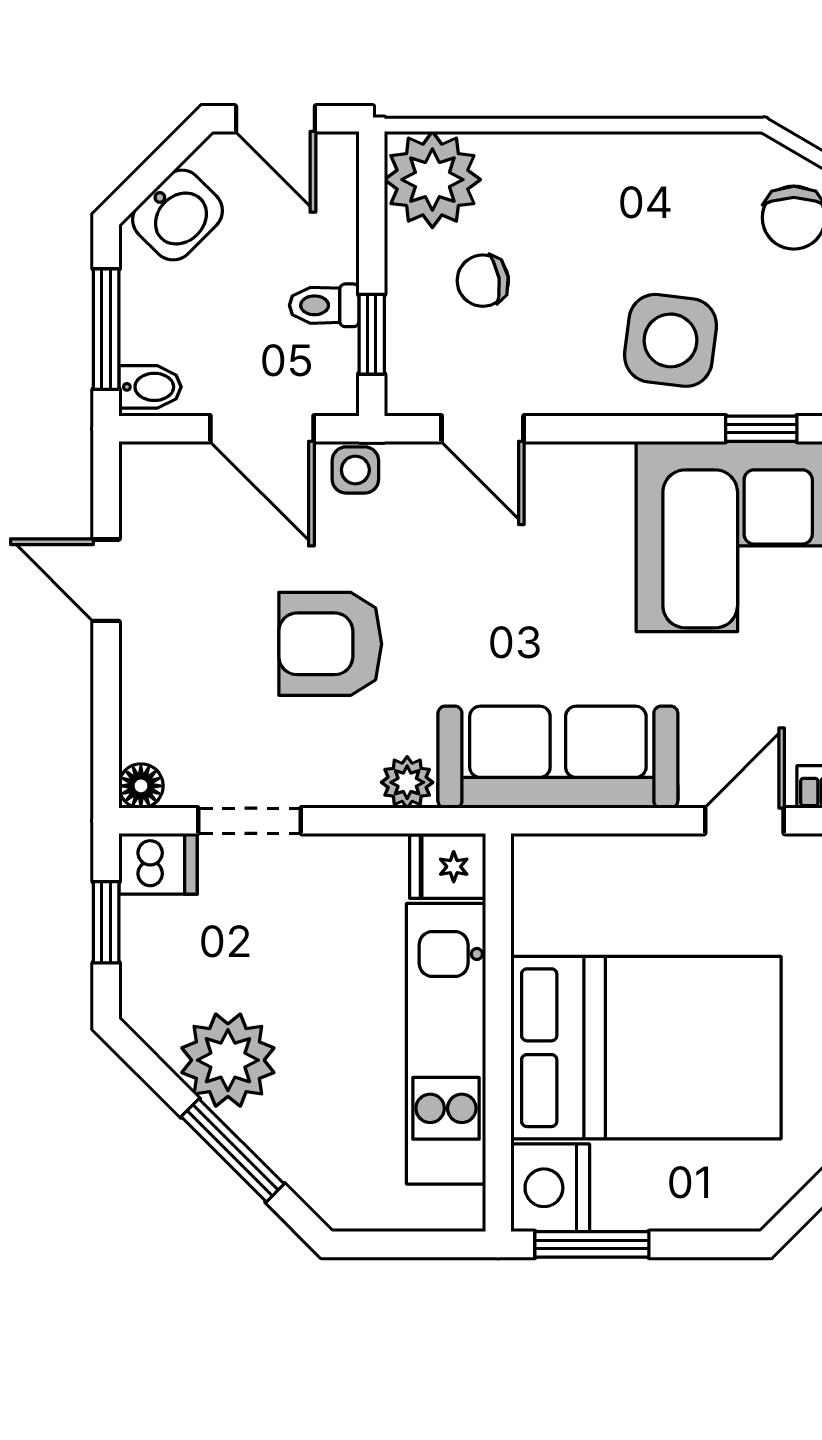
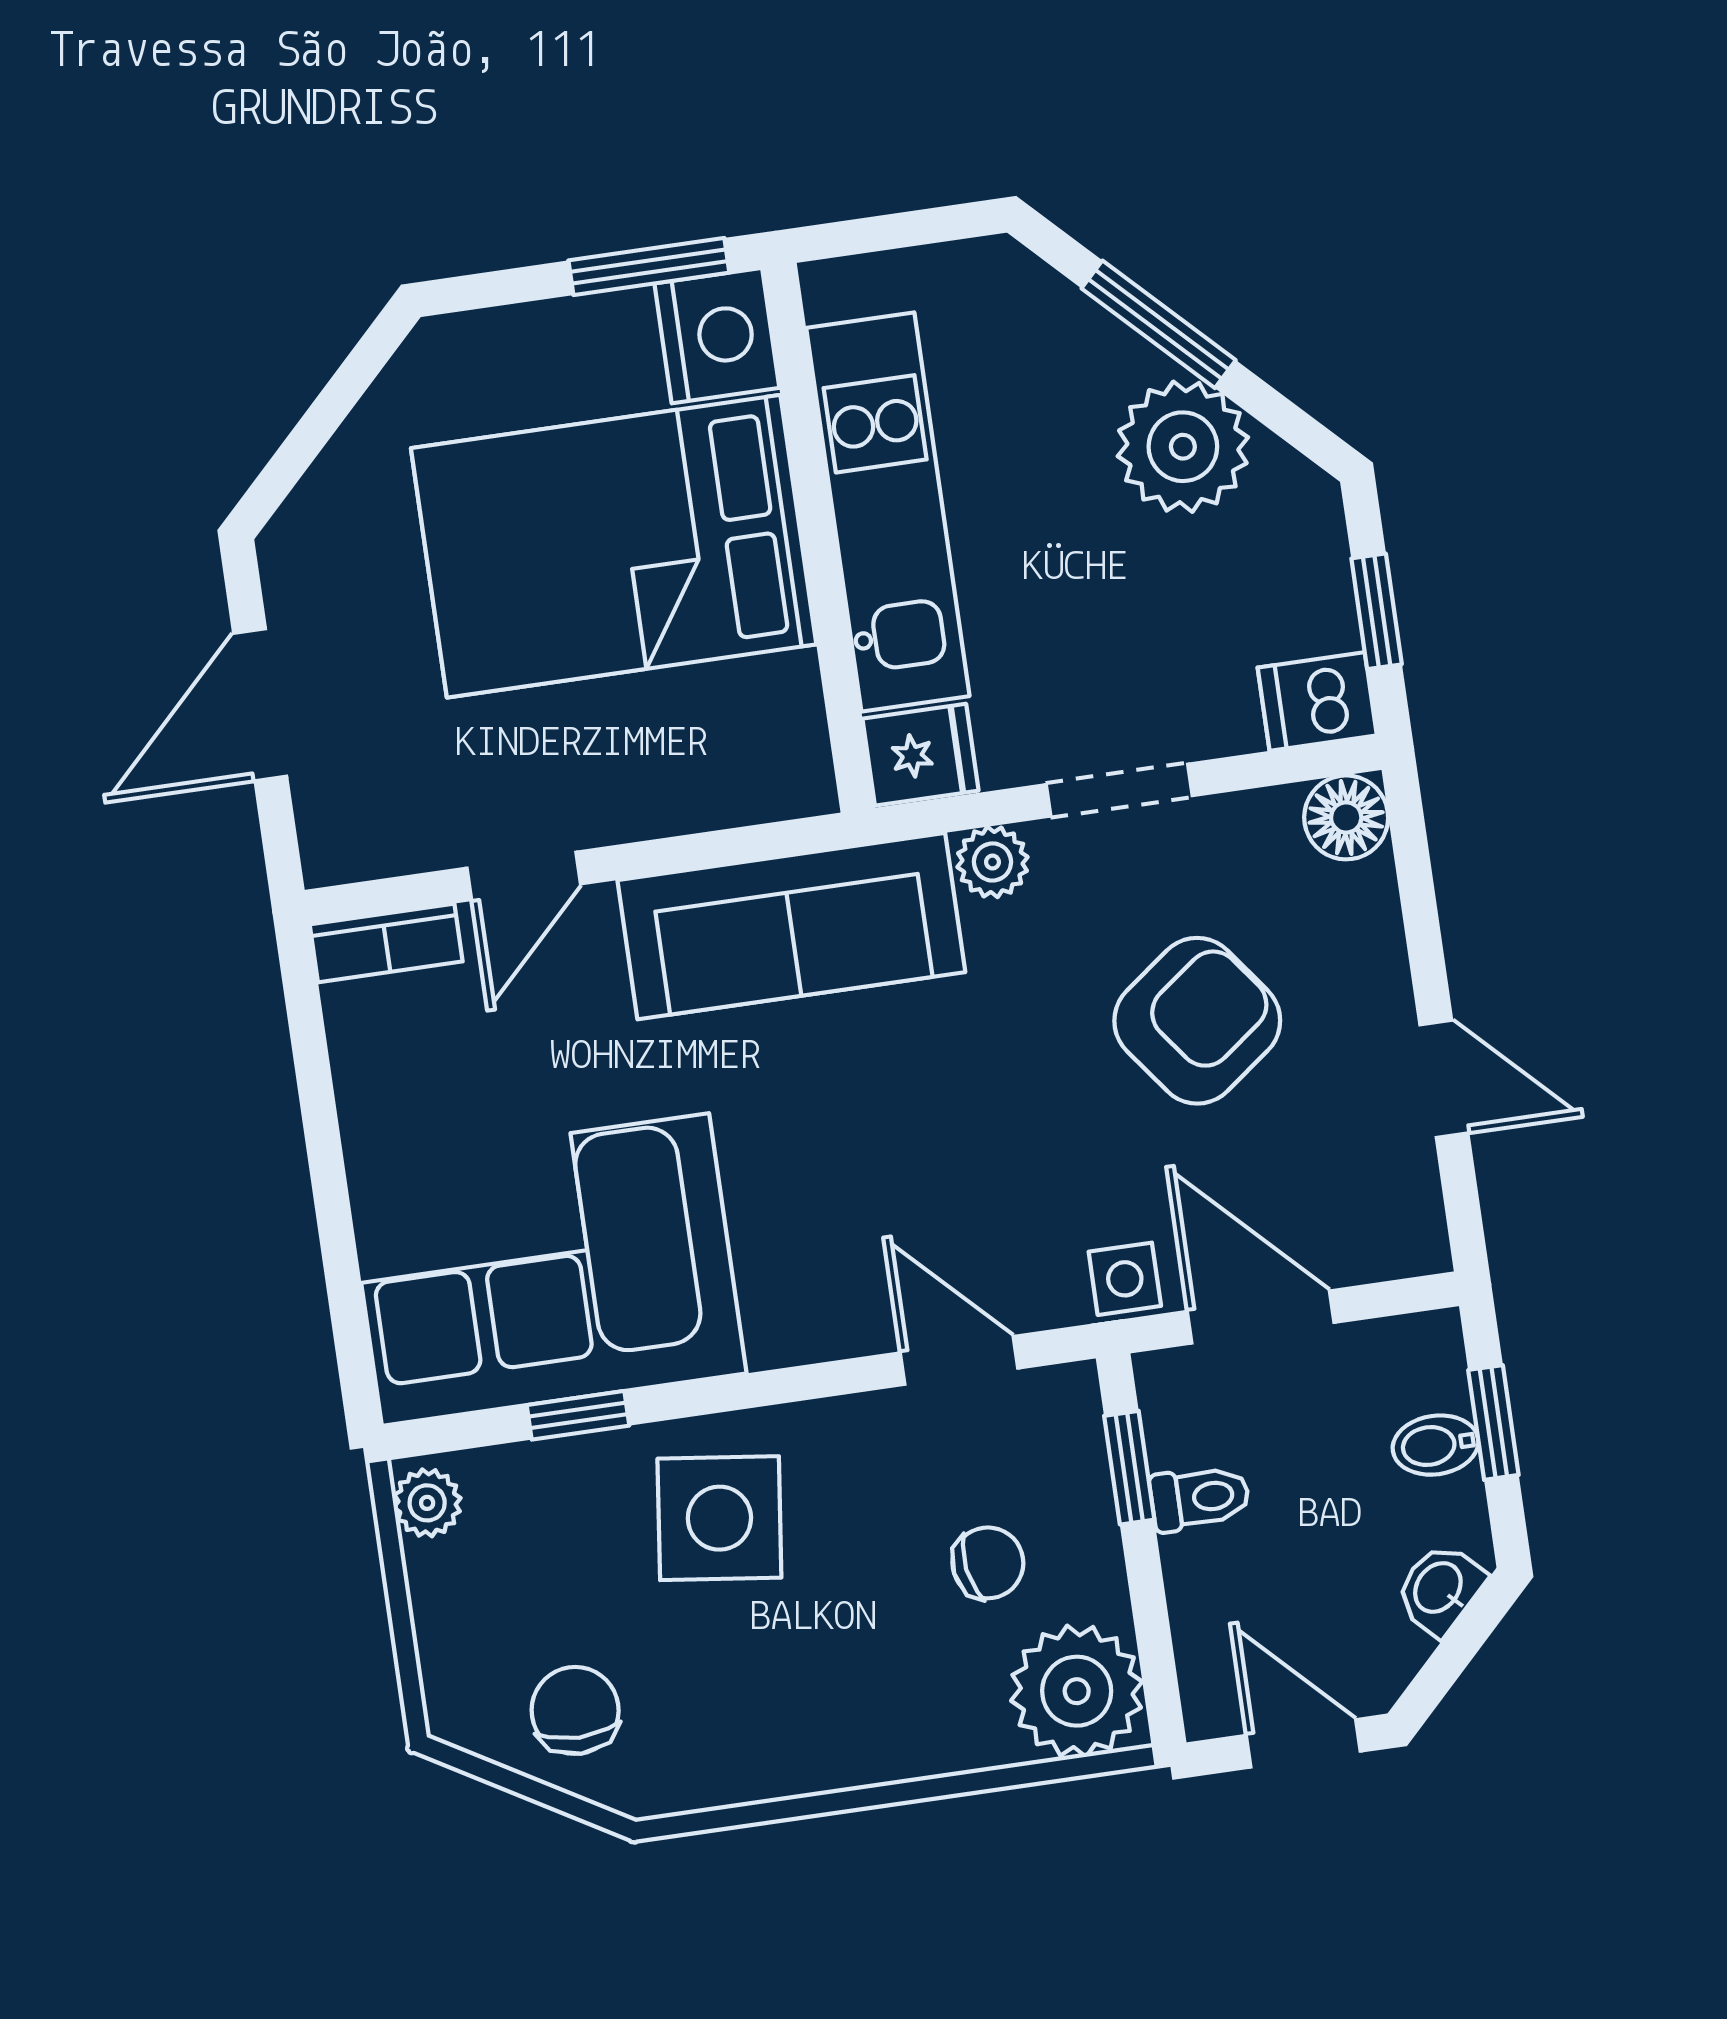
washbasin: (178, 215) -> (1440, 1589), width x0.72, depth x0.69
window: (106, 329) -> (1493, 1422), width x0.67
bidet: (150, 387) -> (1435, 1445), moved
armchair: (330, 644) -> (1197, 1021), moved, turned -37
floor lamp: (141, 786) -> (1346, 817), width x1.37, depth x1.37
doorway: (250, 821) -> (1119, 790), moved

